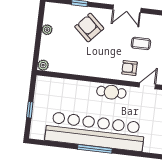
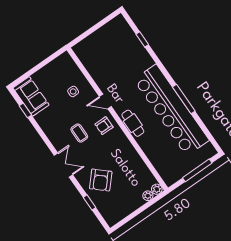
plant: (47, 30) -> (148, 196), moved
armchair: (129, 68) -> (104, 126), turned 90
window: (30, 110) -> (197, 170), width x2.17

